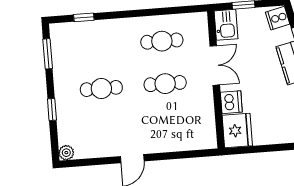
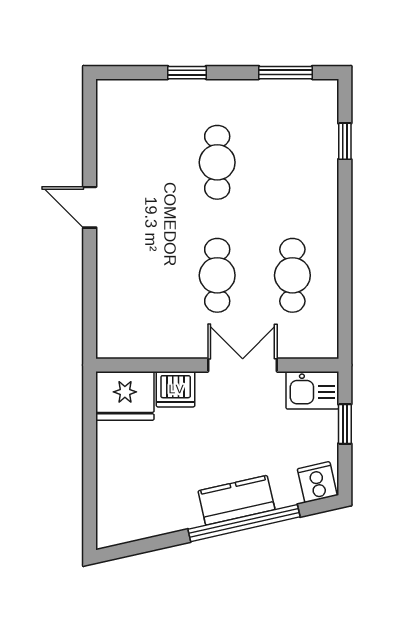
double door: (215, 65) -> (243, 365), swing flipped
plant: (66, 153) -> (109, 92), removed

